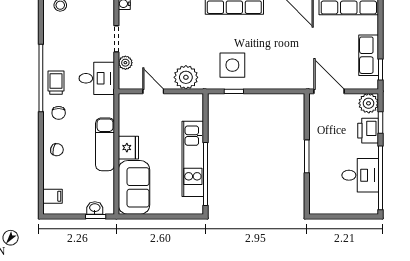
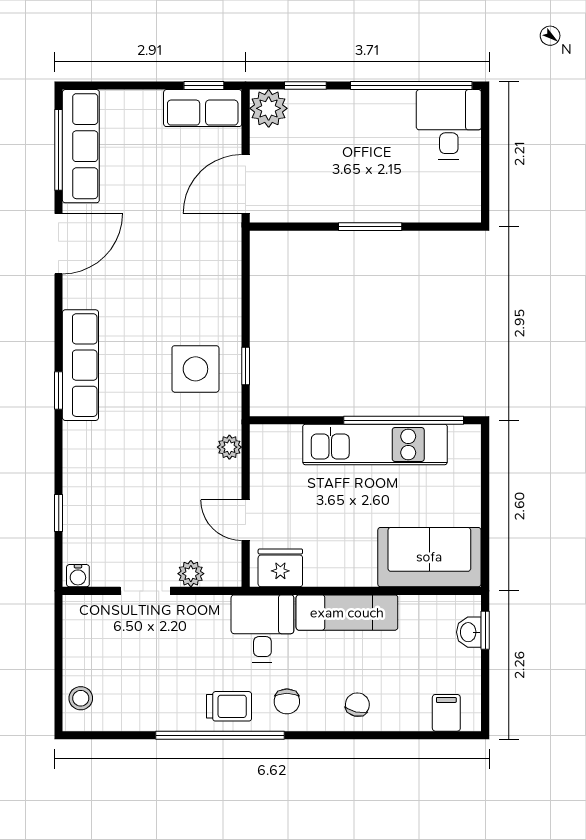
row of seats: (369, 55) -> (203, 108), moved
plant: (186, 77) -> (229, 447), width x0.53, depth x0.53
desk: (97, 78) -> (262, 628), moved
trolley: (56, 83) -> (229, 706), turned 180
door: (153, 91) -> (246, 520), hinge flipped
chair: (59, 113) -> (287, 701), turned 90
printer: (368, 131) -> (321, 109), removed
fridge: (128, 148) -> (280, 568), moved
desk: (360, 175) -> (449, 124), moved

